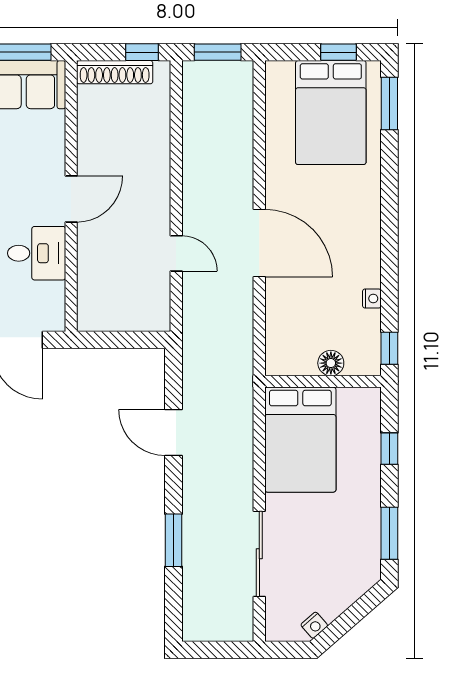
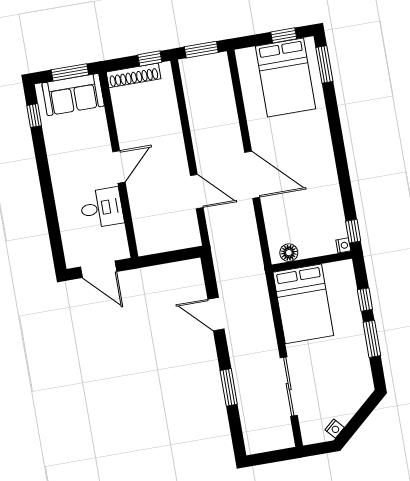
door: (176, 253) -> (197, 192), width x1.38
nightstand: (372, 299) -> (343, 245), moved
floor lamp: (331, 363) -> (289, 253), moved
window: (389, 533) -> (372, 339), moved

